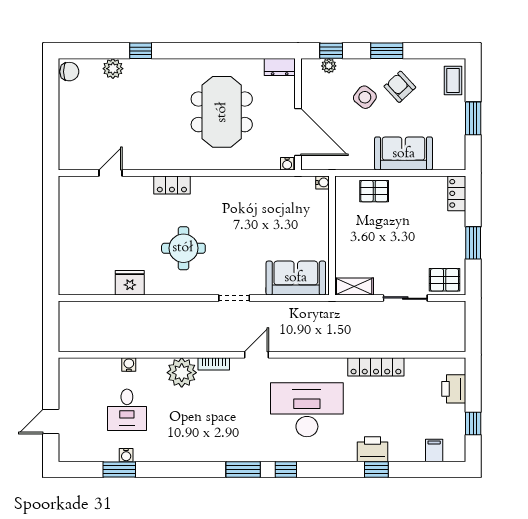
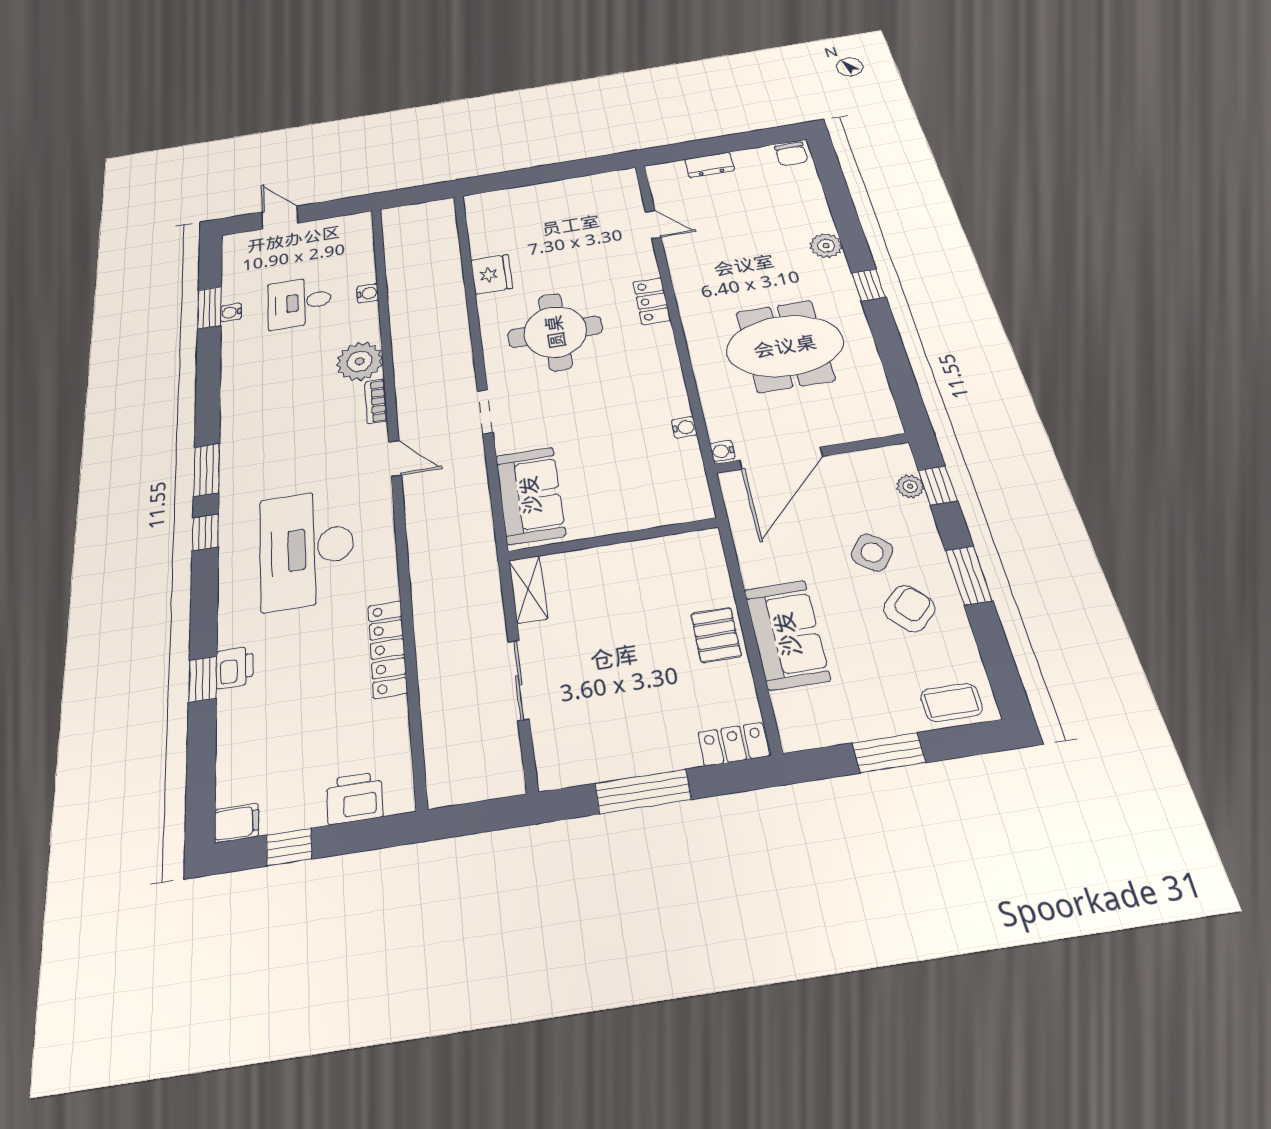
window: (141, 51) -> (869, 285), moved
dresser: (280, 67) -> (710, 165), moved, turned -90
plant: (113, 69) -> (826, 246), moved
water cooler: (323, 182) -> (684, 427), moved, turned -90
pallet: (374, 191) -> (716, 635), moved
window: (473, 243) -> (643, 791), width x1.44
round table: (183, 248) -> (555, 332), width x1.36, depth x1.36
pallet: (445, 280) -> (563, 747), removed
desk: (307, 410) -> (307, 548), turned 180
printer: (372, 449) -> (235, 667), width x0.73, depth x0.81
filing cabinet: (434, 450) -> (236, 823), moved

